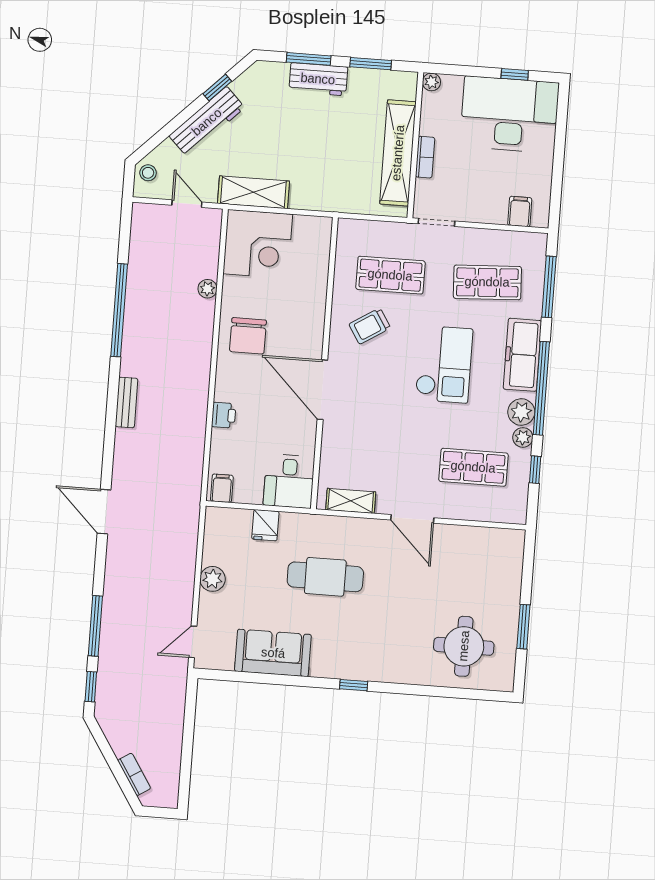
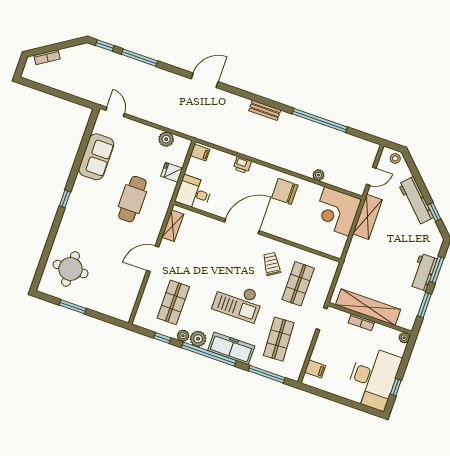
plant: (213, 579) -> (166, 139), moved

